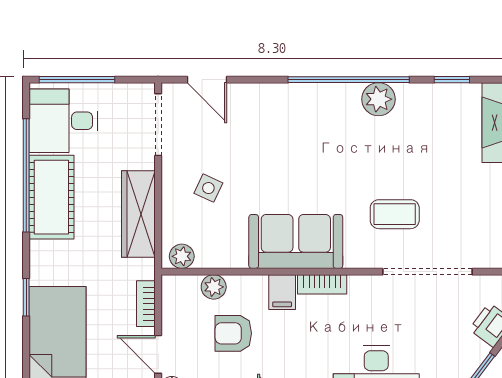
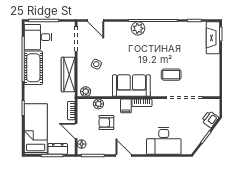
plant: (378, 99) -> (138, 28), moved

